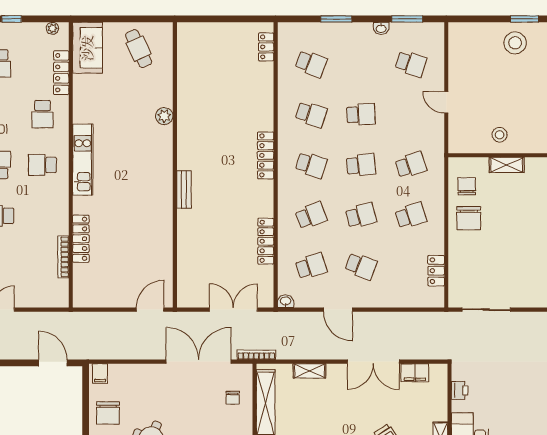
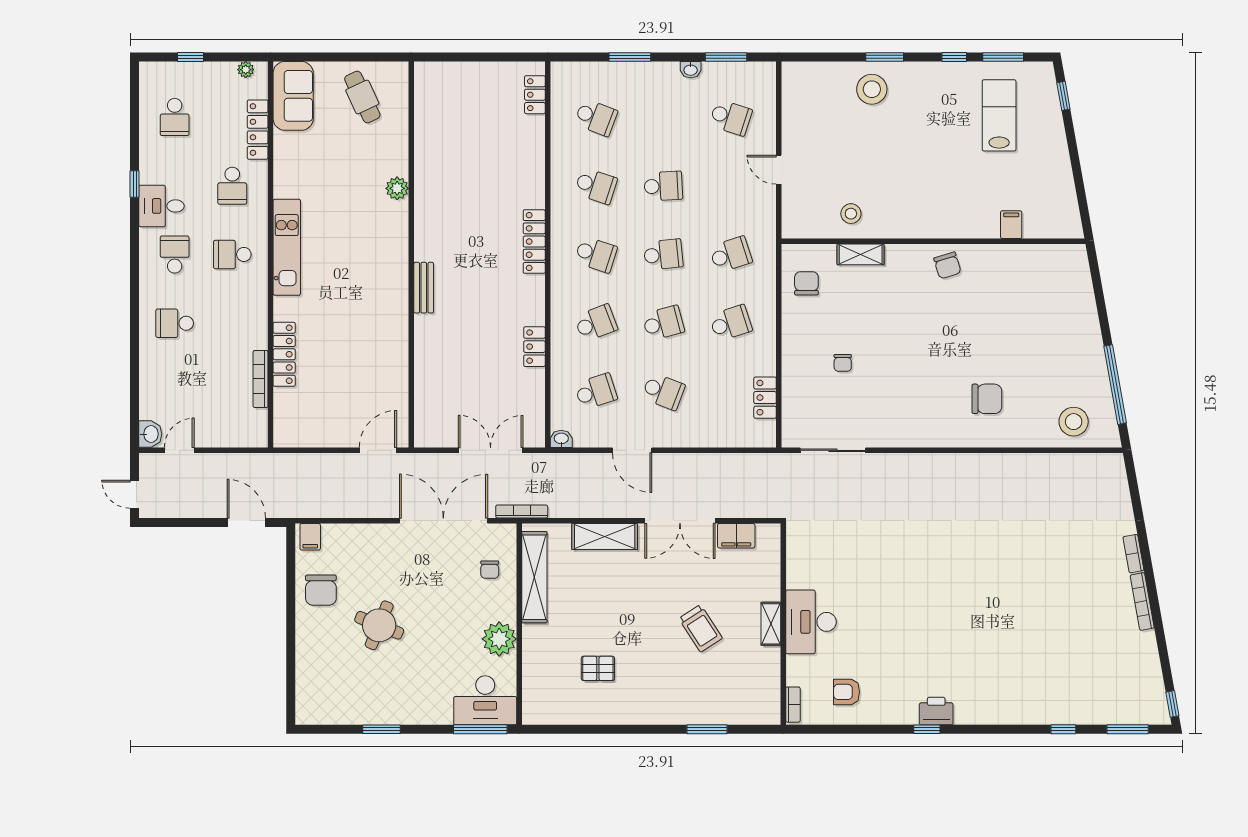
chair: (469, 218) -> (843, 363), moved, width x0.54, depth x0.54
locker: (266, 241) -> (534, 347), width x0.66
shelving: (310, 371) -> (605, 536), width x1.50, depth x1.33
printer: (460, 390) -> (797, 560), removed

